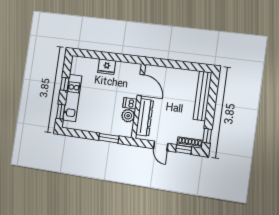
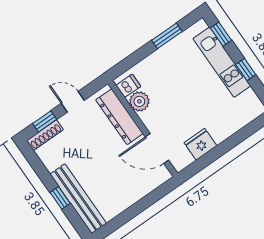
fridge: (107, 67) -> (200, 144), moved
dishwasher: (130, 103) -> (128, 86), moved
window: (207, 136) -> (60, 198), moved
window: (109, 138) -> (167, 36), moved

